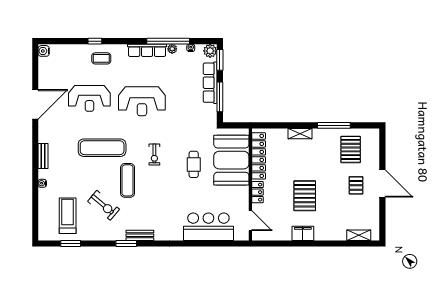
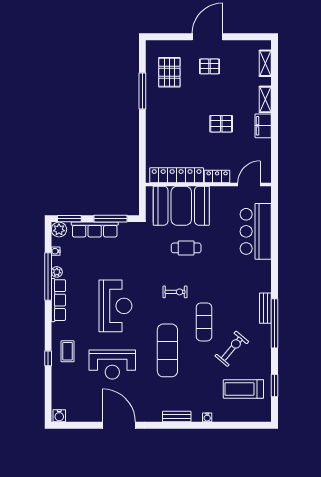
reception desk: (89, 98) -> (112, 365), turned 90
shelving: (300, 134) -> (265, 99), moved
pallet: (351, 149) -> (169, 72), turned 90
exercise mat: (128, 180) -> (204, 322), turned 90
pallet: (305, 196) -> (221, 124), width x0.67, depth x0.71
window: (126, 243) -> (275, 323), width x2.11

